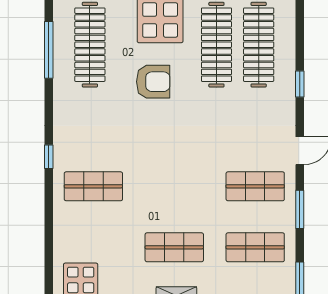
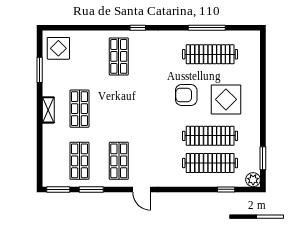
armchair: (153, 82) -> (186, 95), turned 90
window: (300, 84) -> (226, 189), moved
window: (300, 209) -> (91, 189), moved

